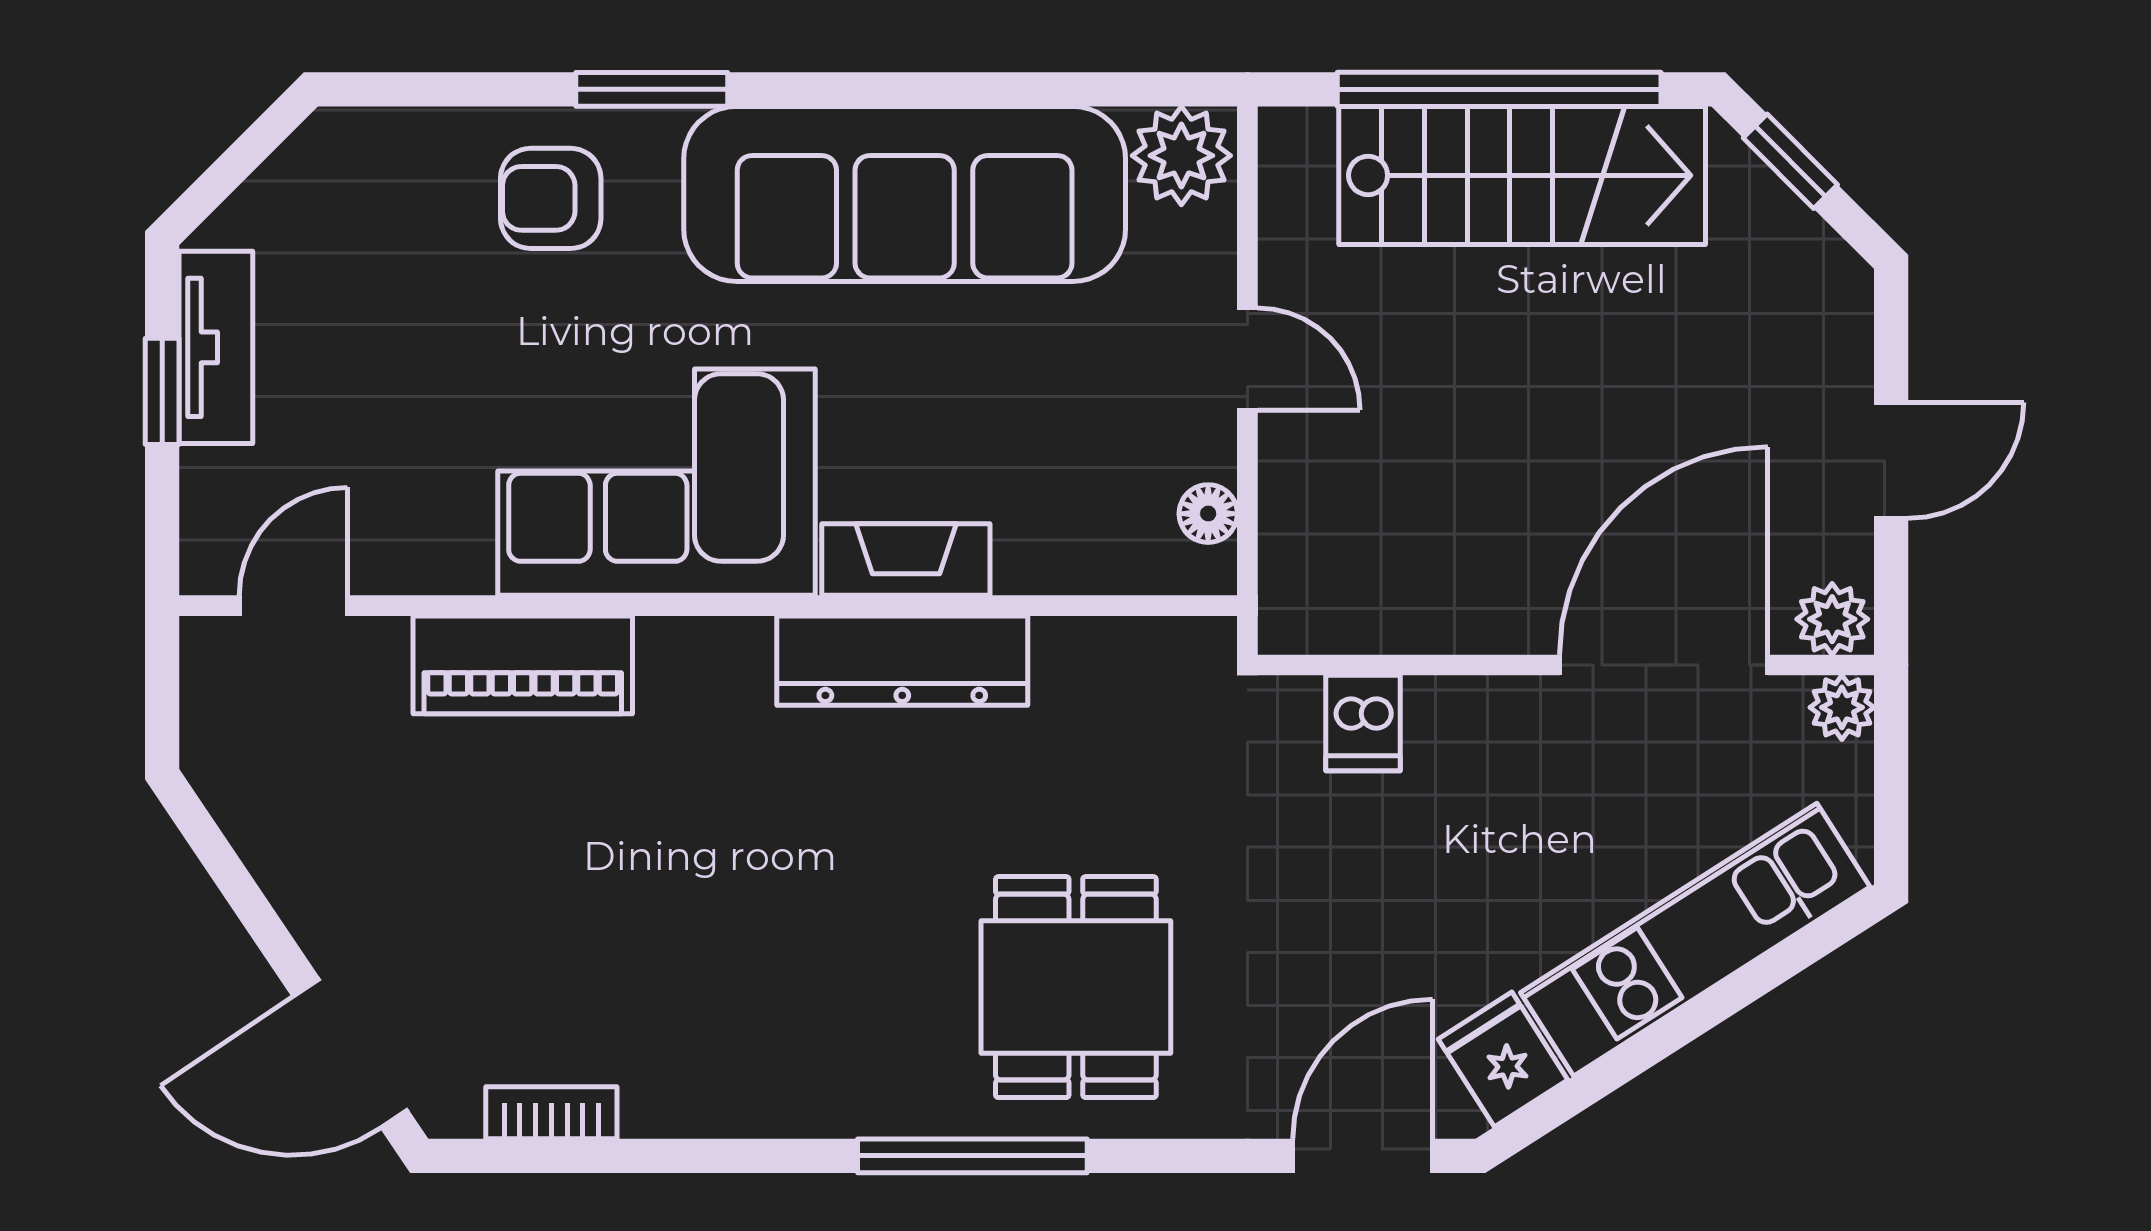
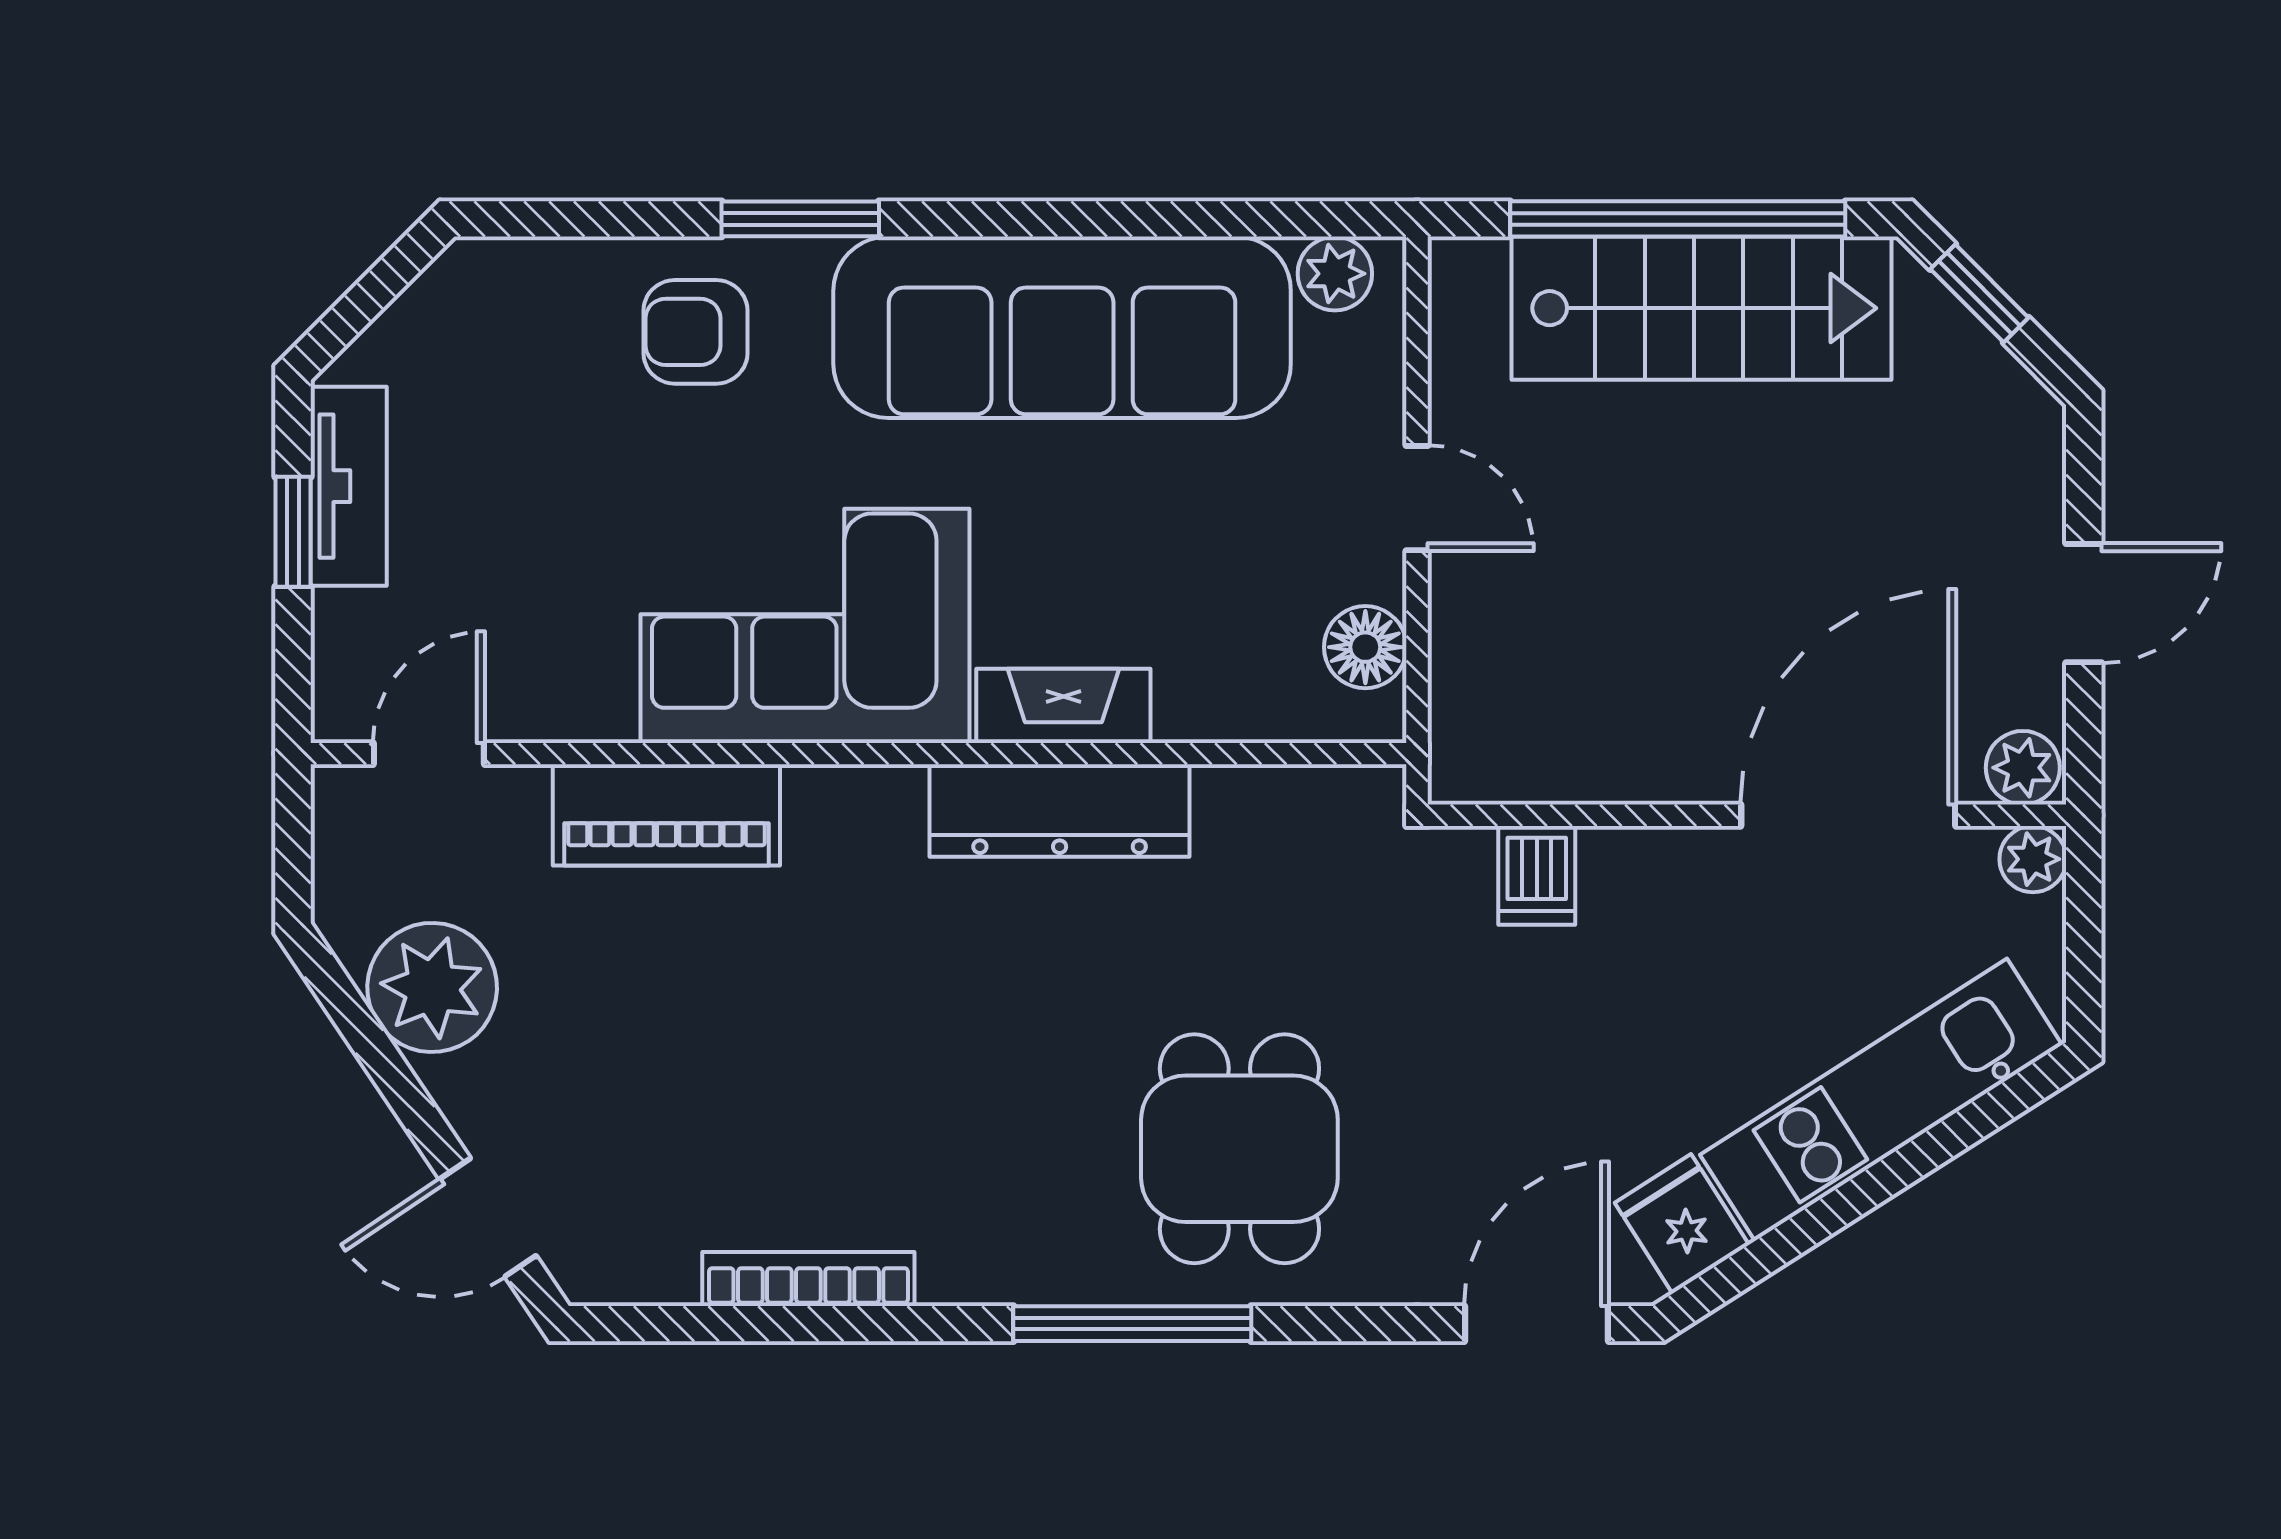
plant: (1181, 156) -> (1335, 274), width x0.73, depth x0.73
floor lamp: (1208, 514) -> (1365, 647), width x1.37, depth x1.37
plant: (296, 831) -> (432, 987), added
door: (350, 1053) -> (488, 1217), width x0.73
bookcase: (551, 1113) -> (808, 1279), moved, width x1.56

